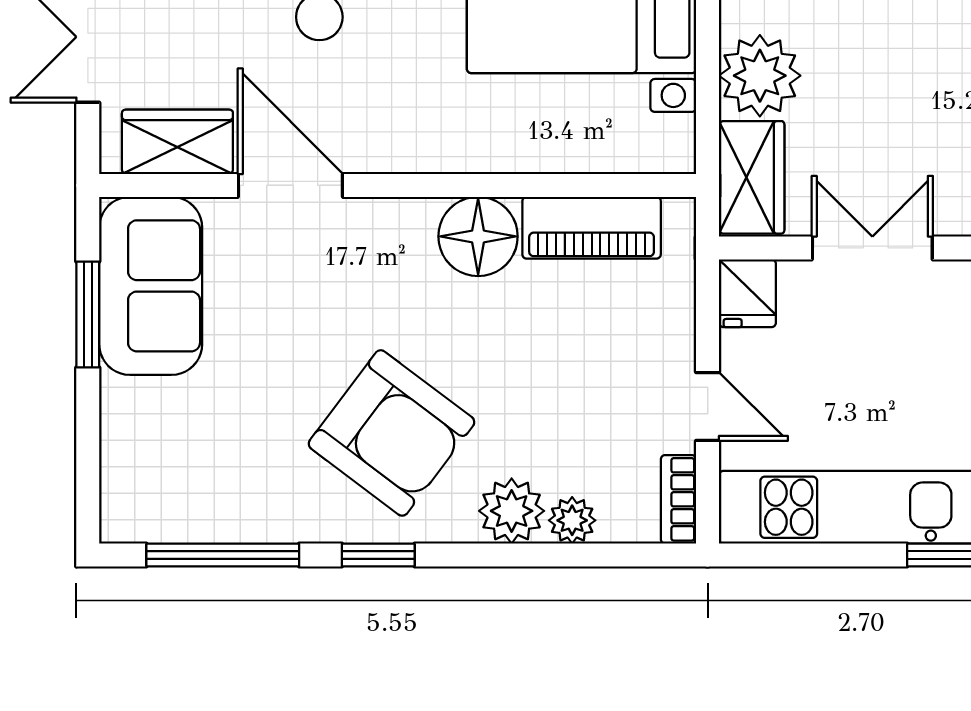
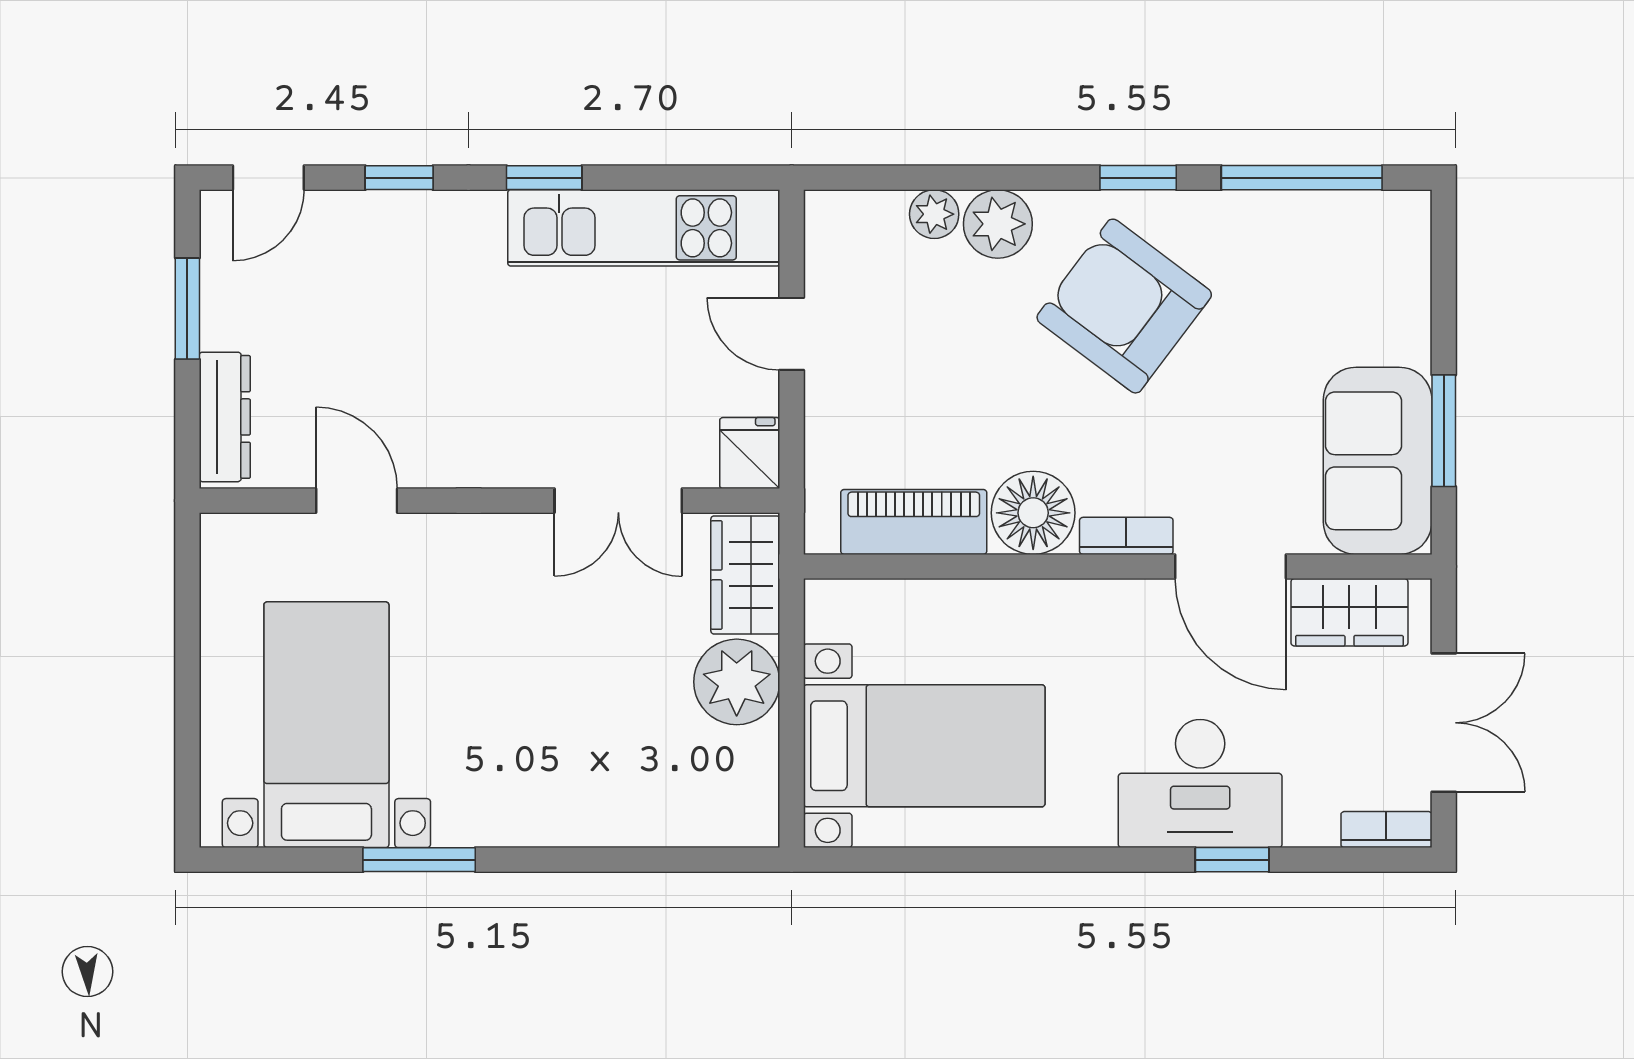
bookcase: (679, 499) -> (1126, 536), moved, turned -90

